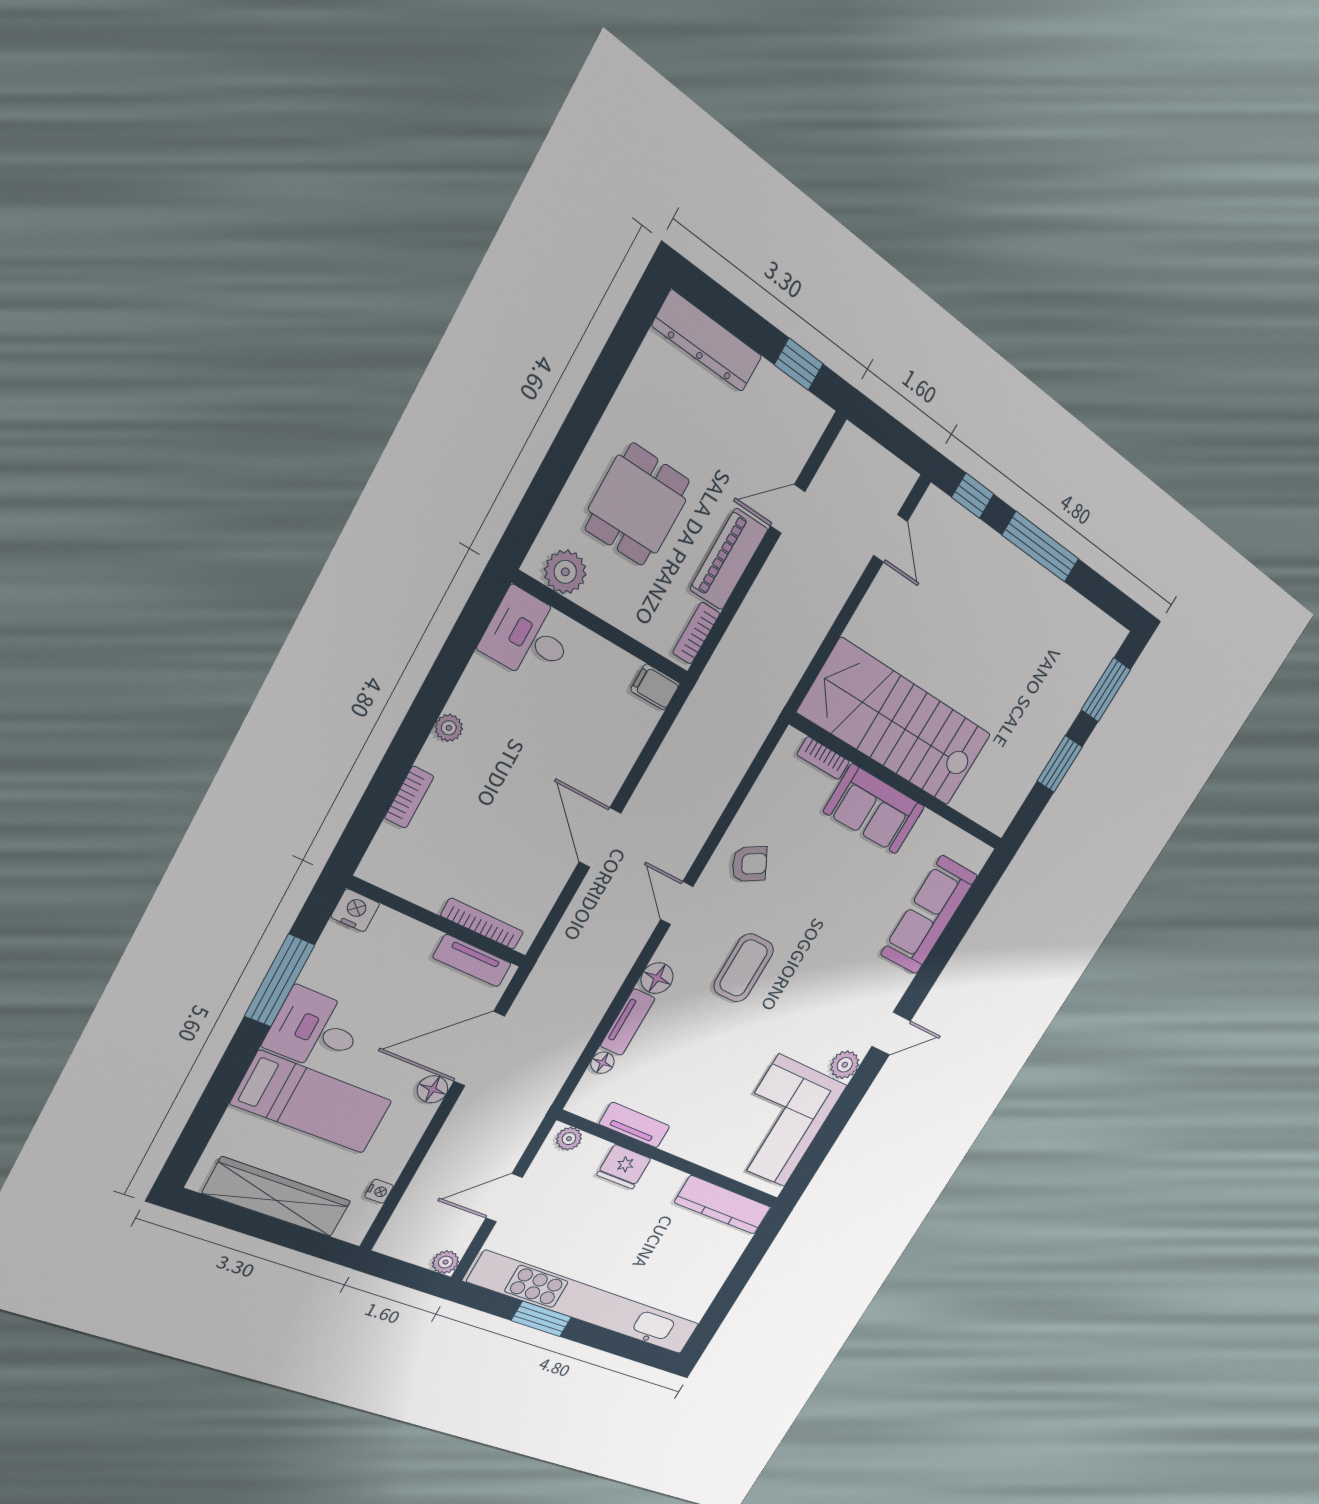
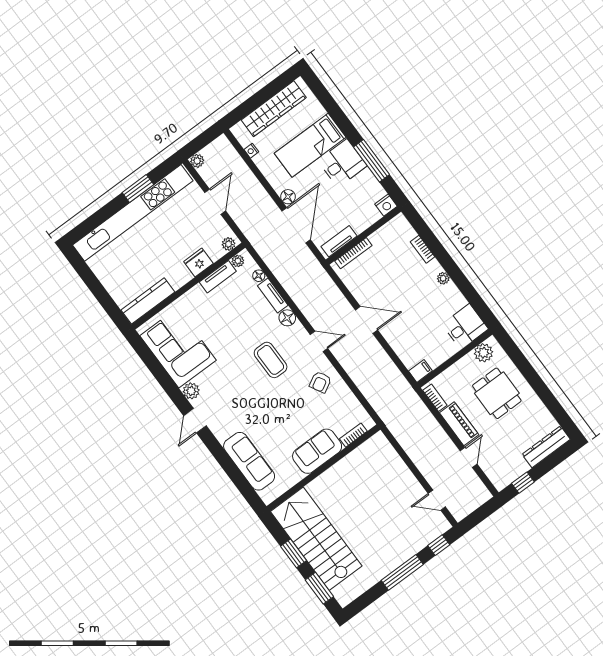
stairs: (896, 724) -> (316, 539), moved, turned -90
plant: (592, 1109) -> (238, 261), added

